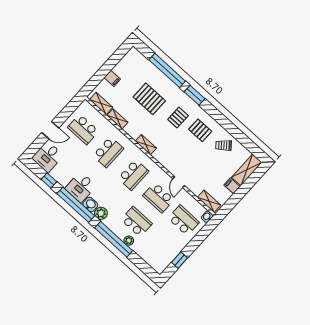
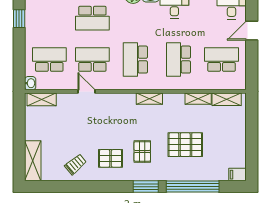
filing cabinet: (112, 78) -> (237, 175), moved
filing cabinet: (232, 186) -> (33, 133), removed
school desk: (184, 220) -> (49, 60), turned 180

